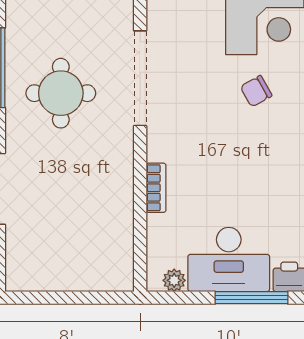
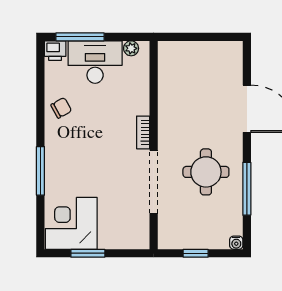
chair: (256, 91) -> (61, 108), moved
bookcase: (156, 188) -> (143, 132), moved

